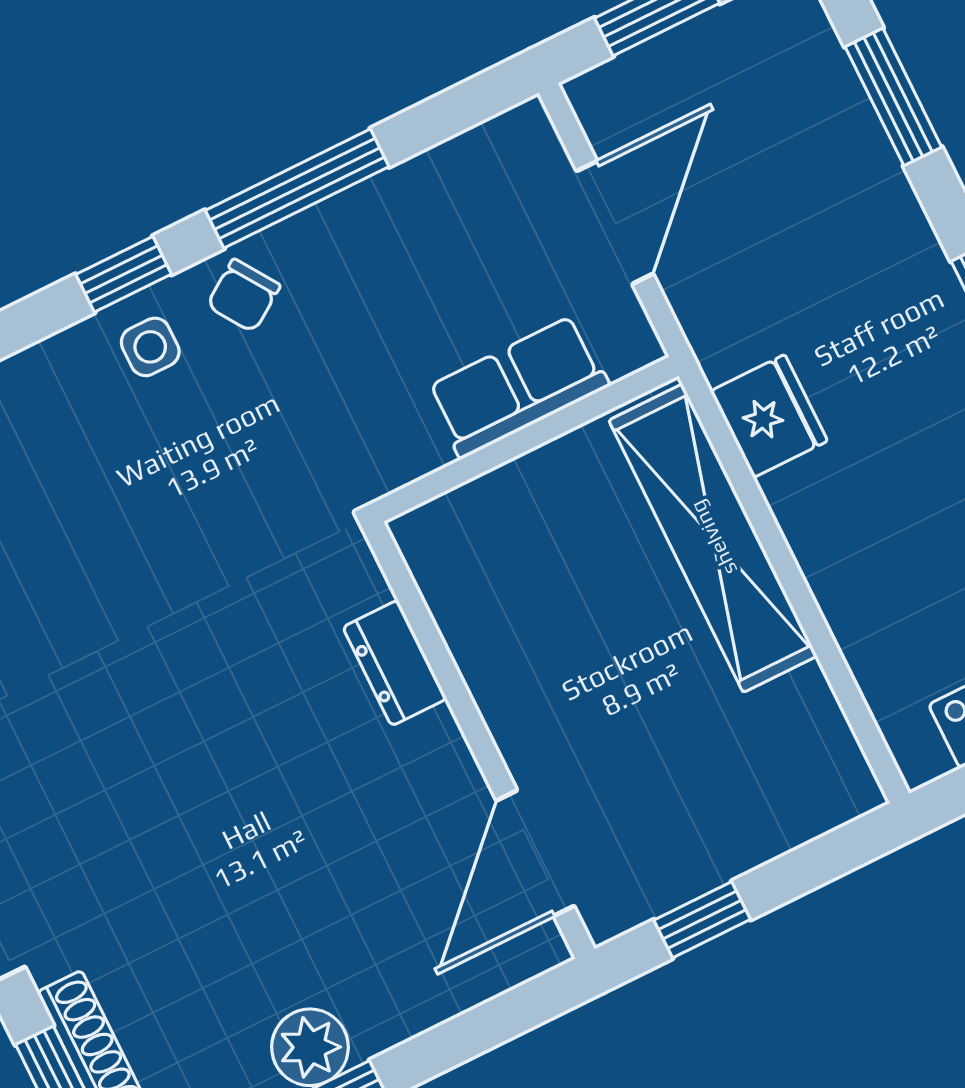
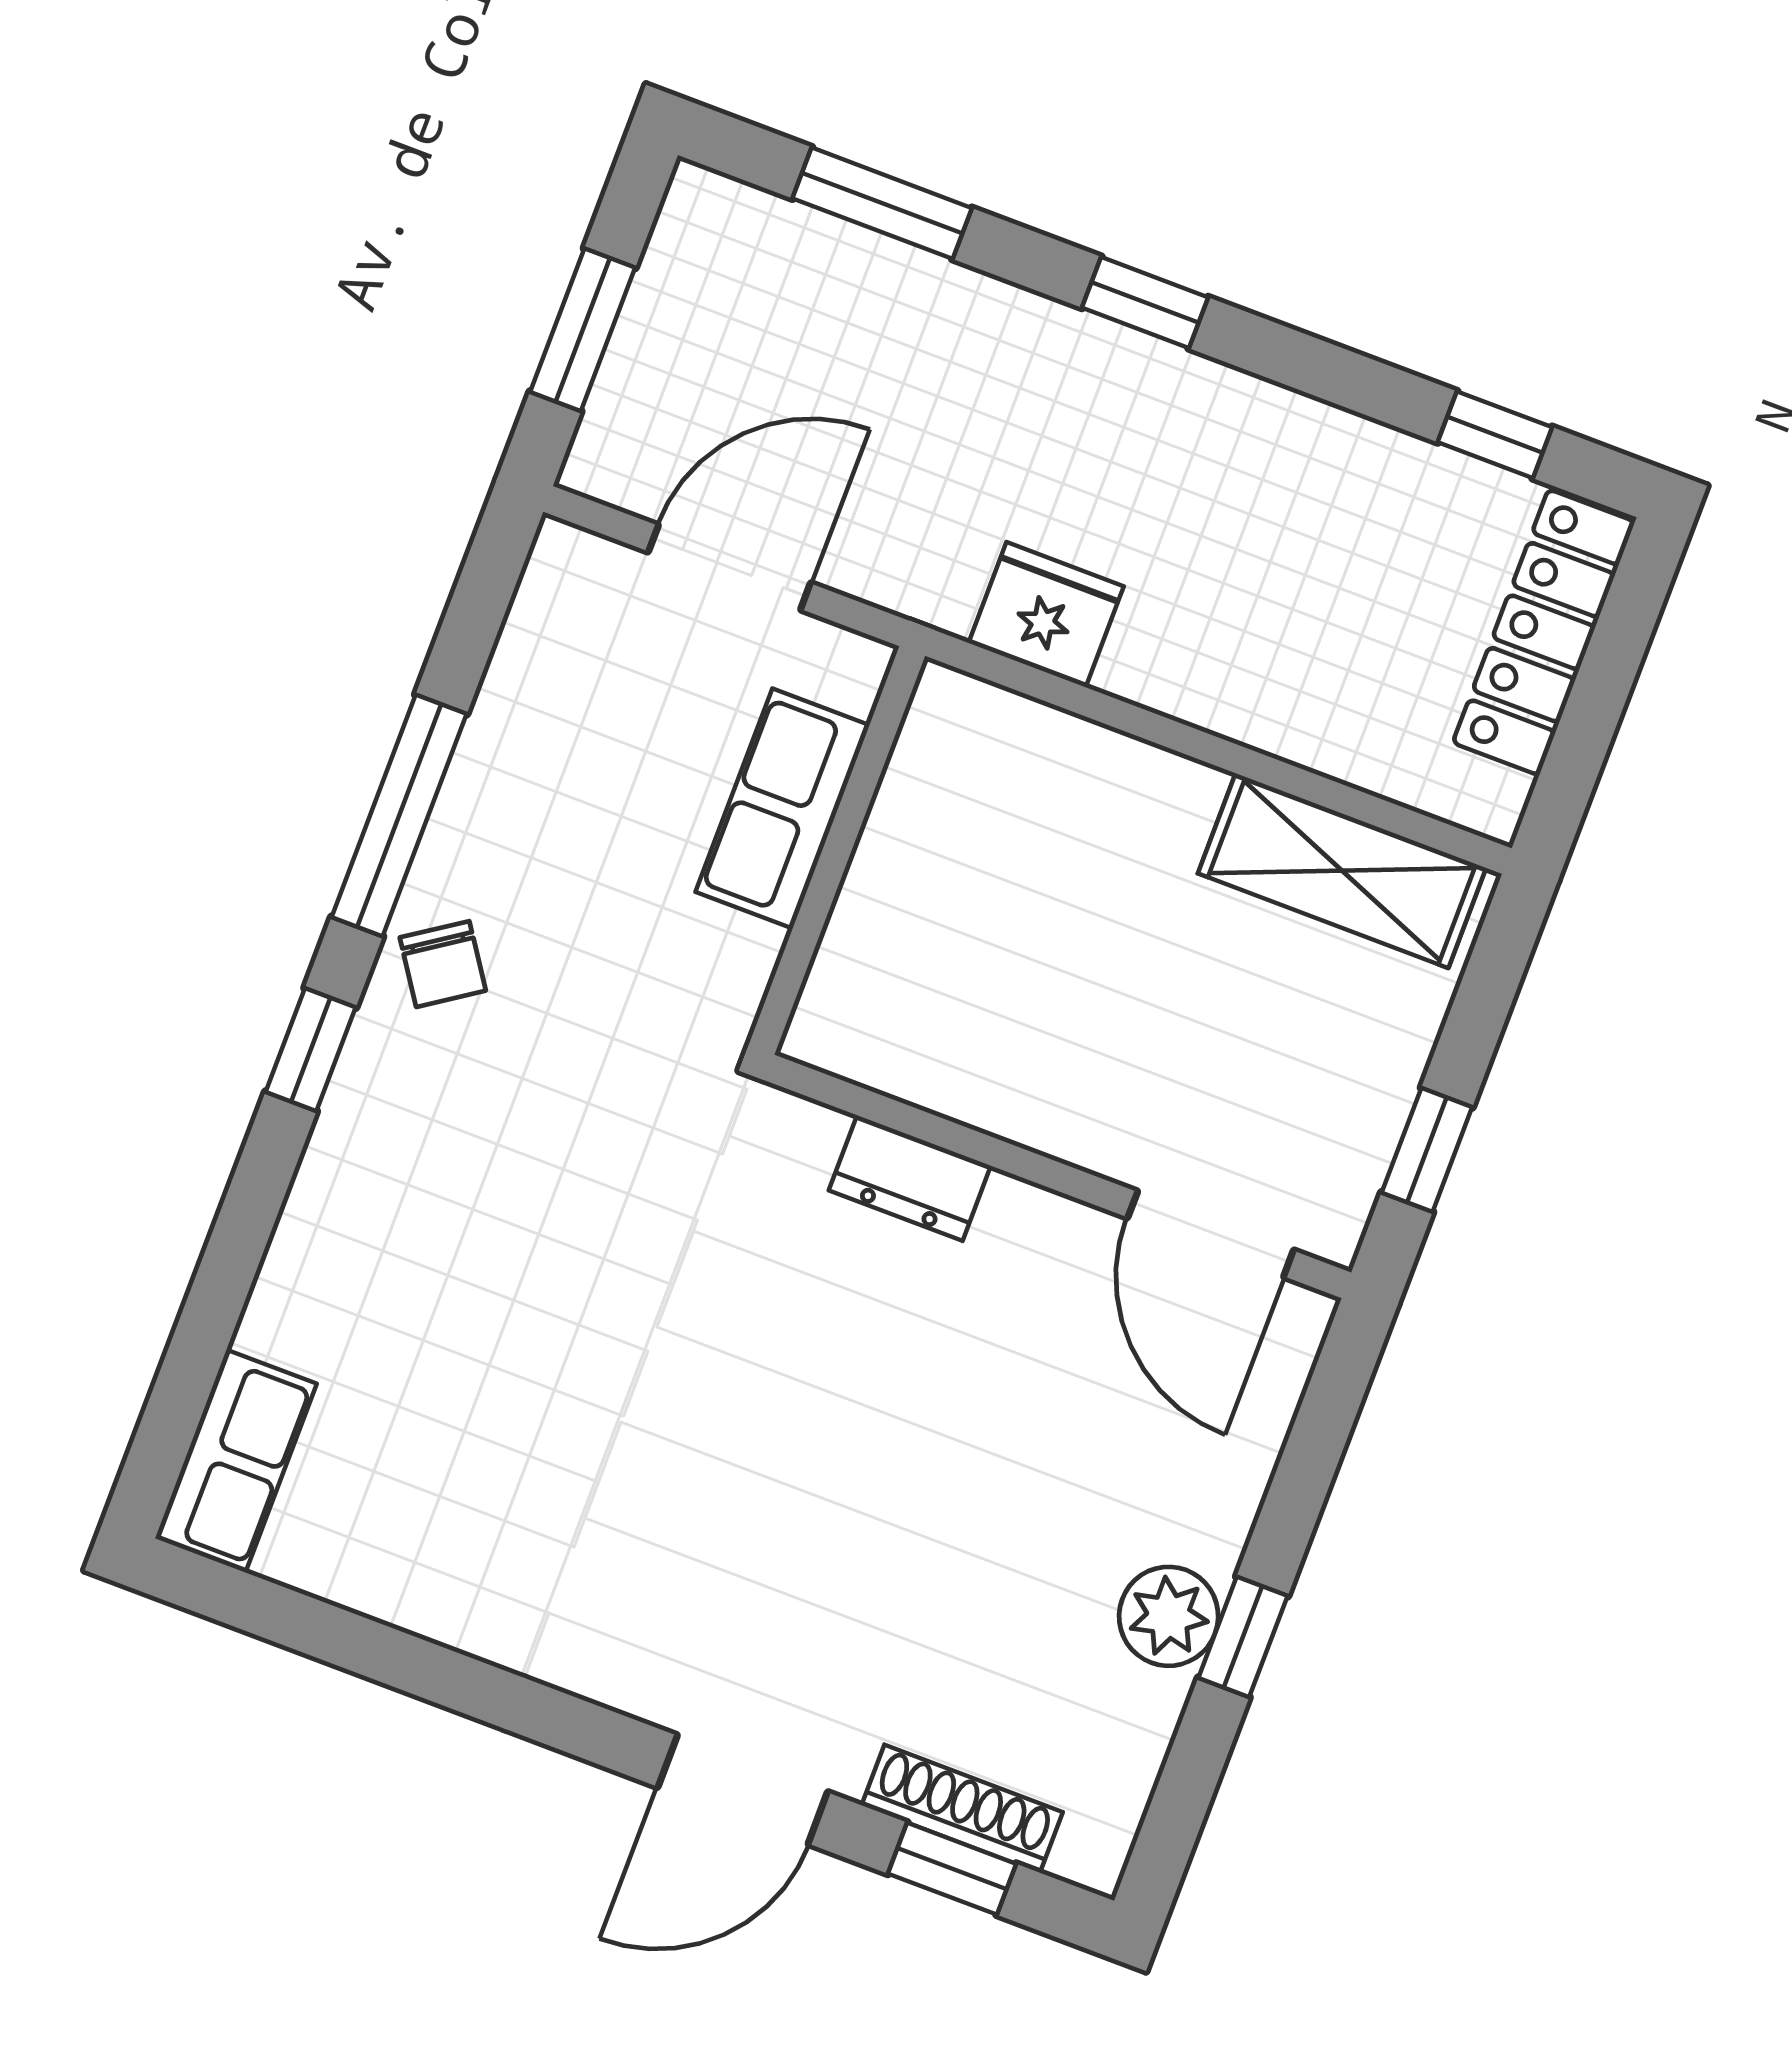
door: (615, 222) -> (729, 567), hinge flipped
side table: (150, 347) -> (400, 1095), removed
shelving: (713, 538) -> (1342, 871), moved, width x0.68

